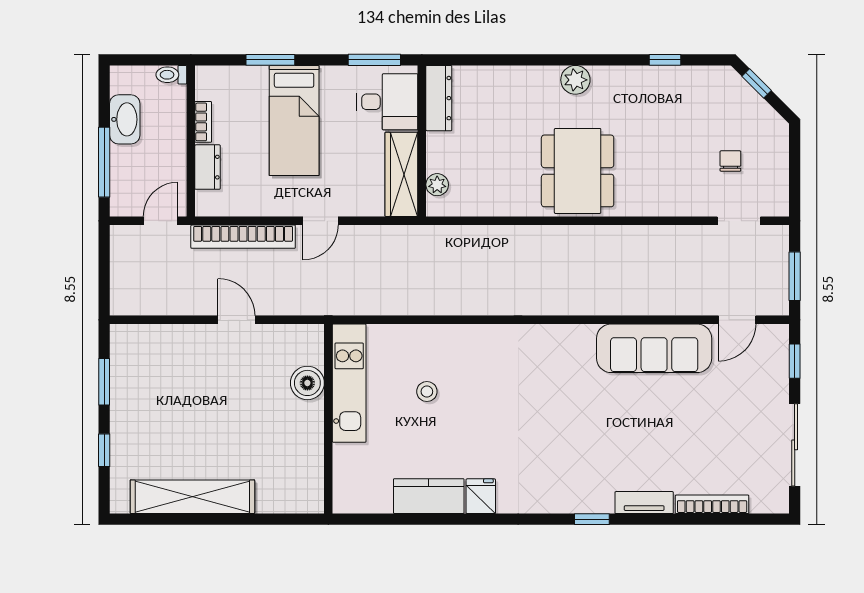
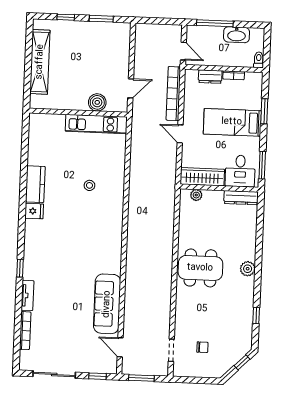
boiler: (307, 383) -> (97, 102), moved
kitchen unit: (349, 383) -> (96, 124), moved
wall: (328, 419) -> (78, 112), moved

